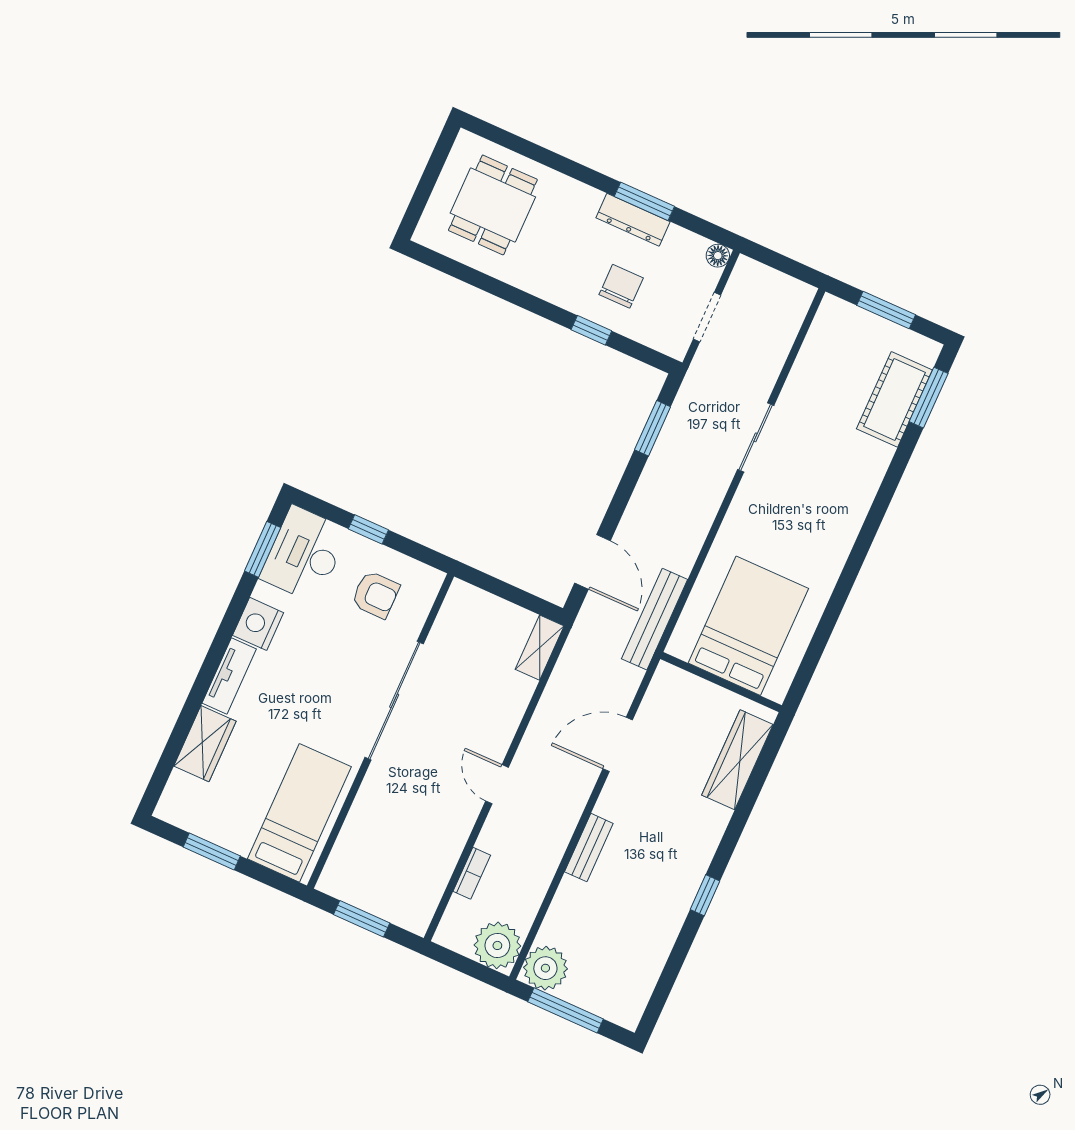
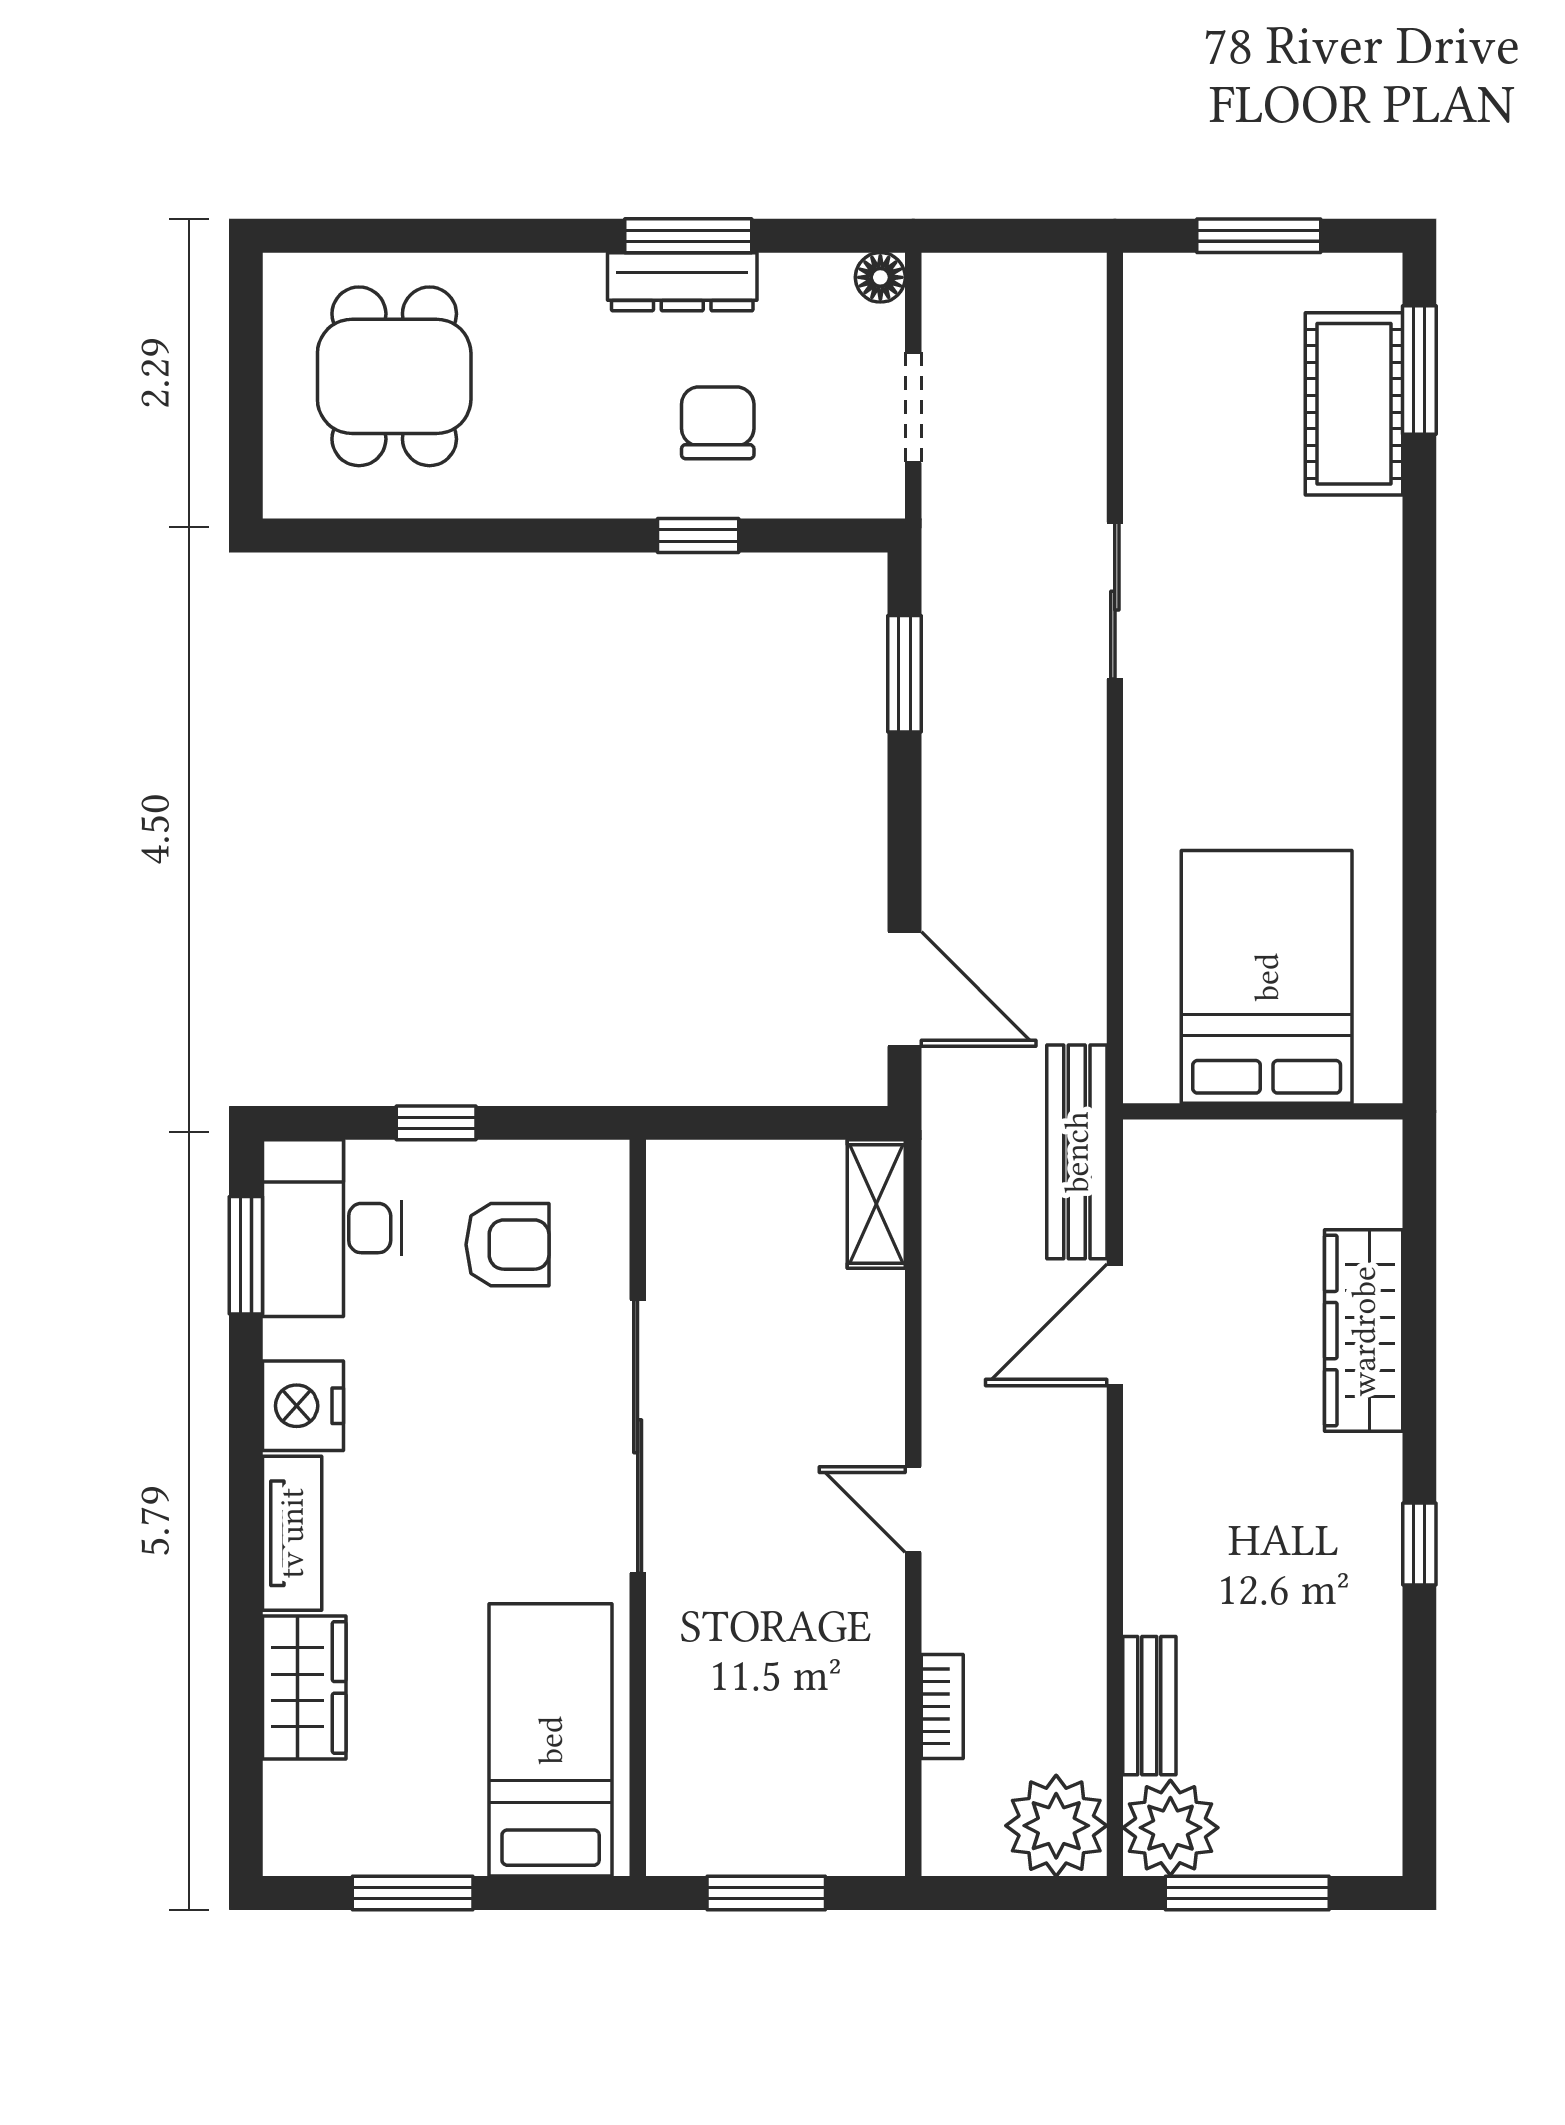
bench: (655, 619) -> (1077, 1152), moved
wardrobe: (737, 760) -> (1364, 1331), moved
bench: (589, 848) -> (1149, 1706), moved

